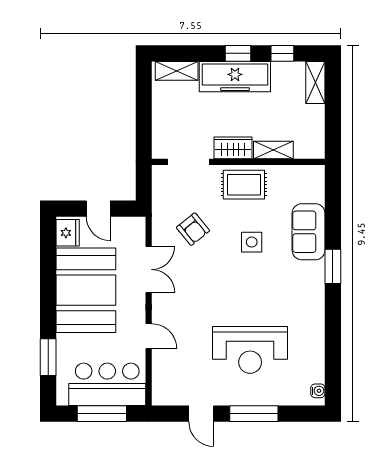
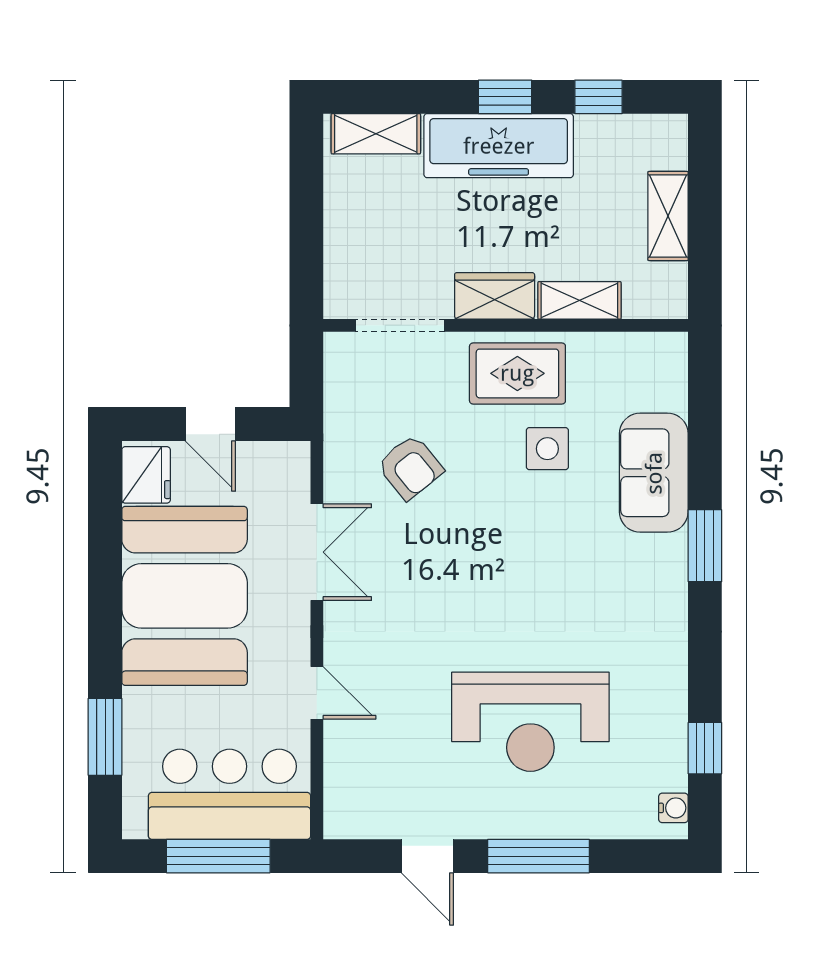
shelving: (315, 83) -> (668, 216), moved
side table: (252, 242) -> (547, 449), moved
window: (333, 362) -> (705, 748), added

